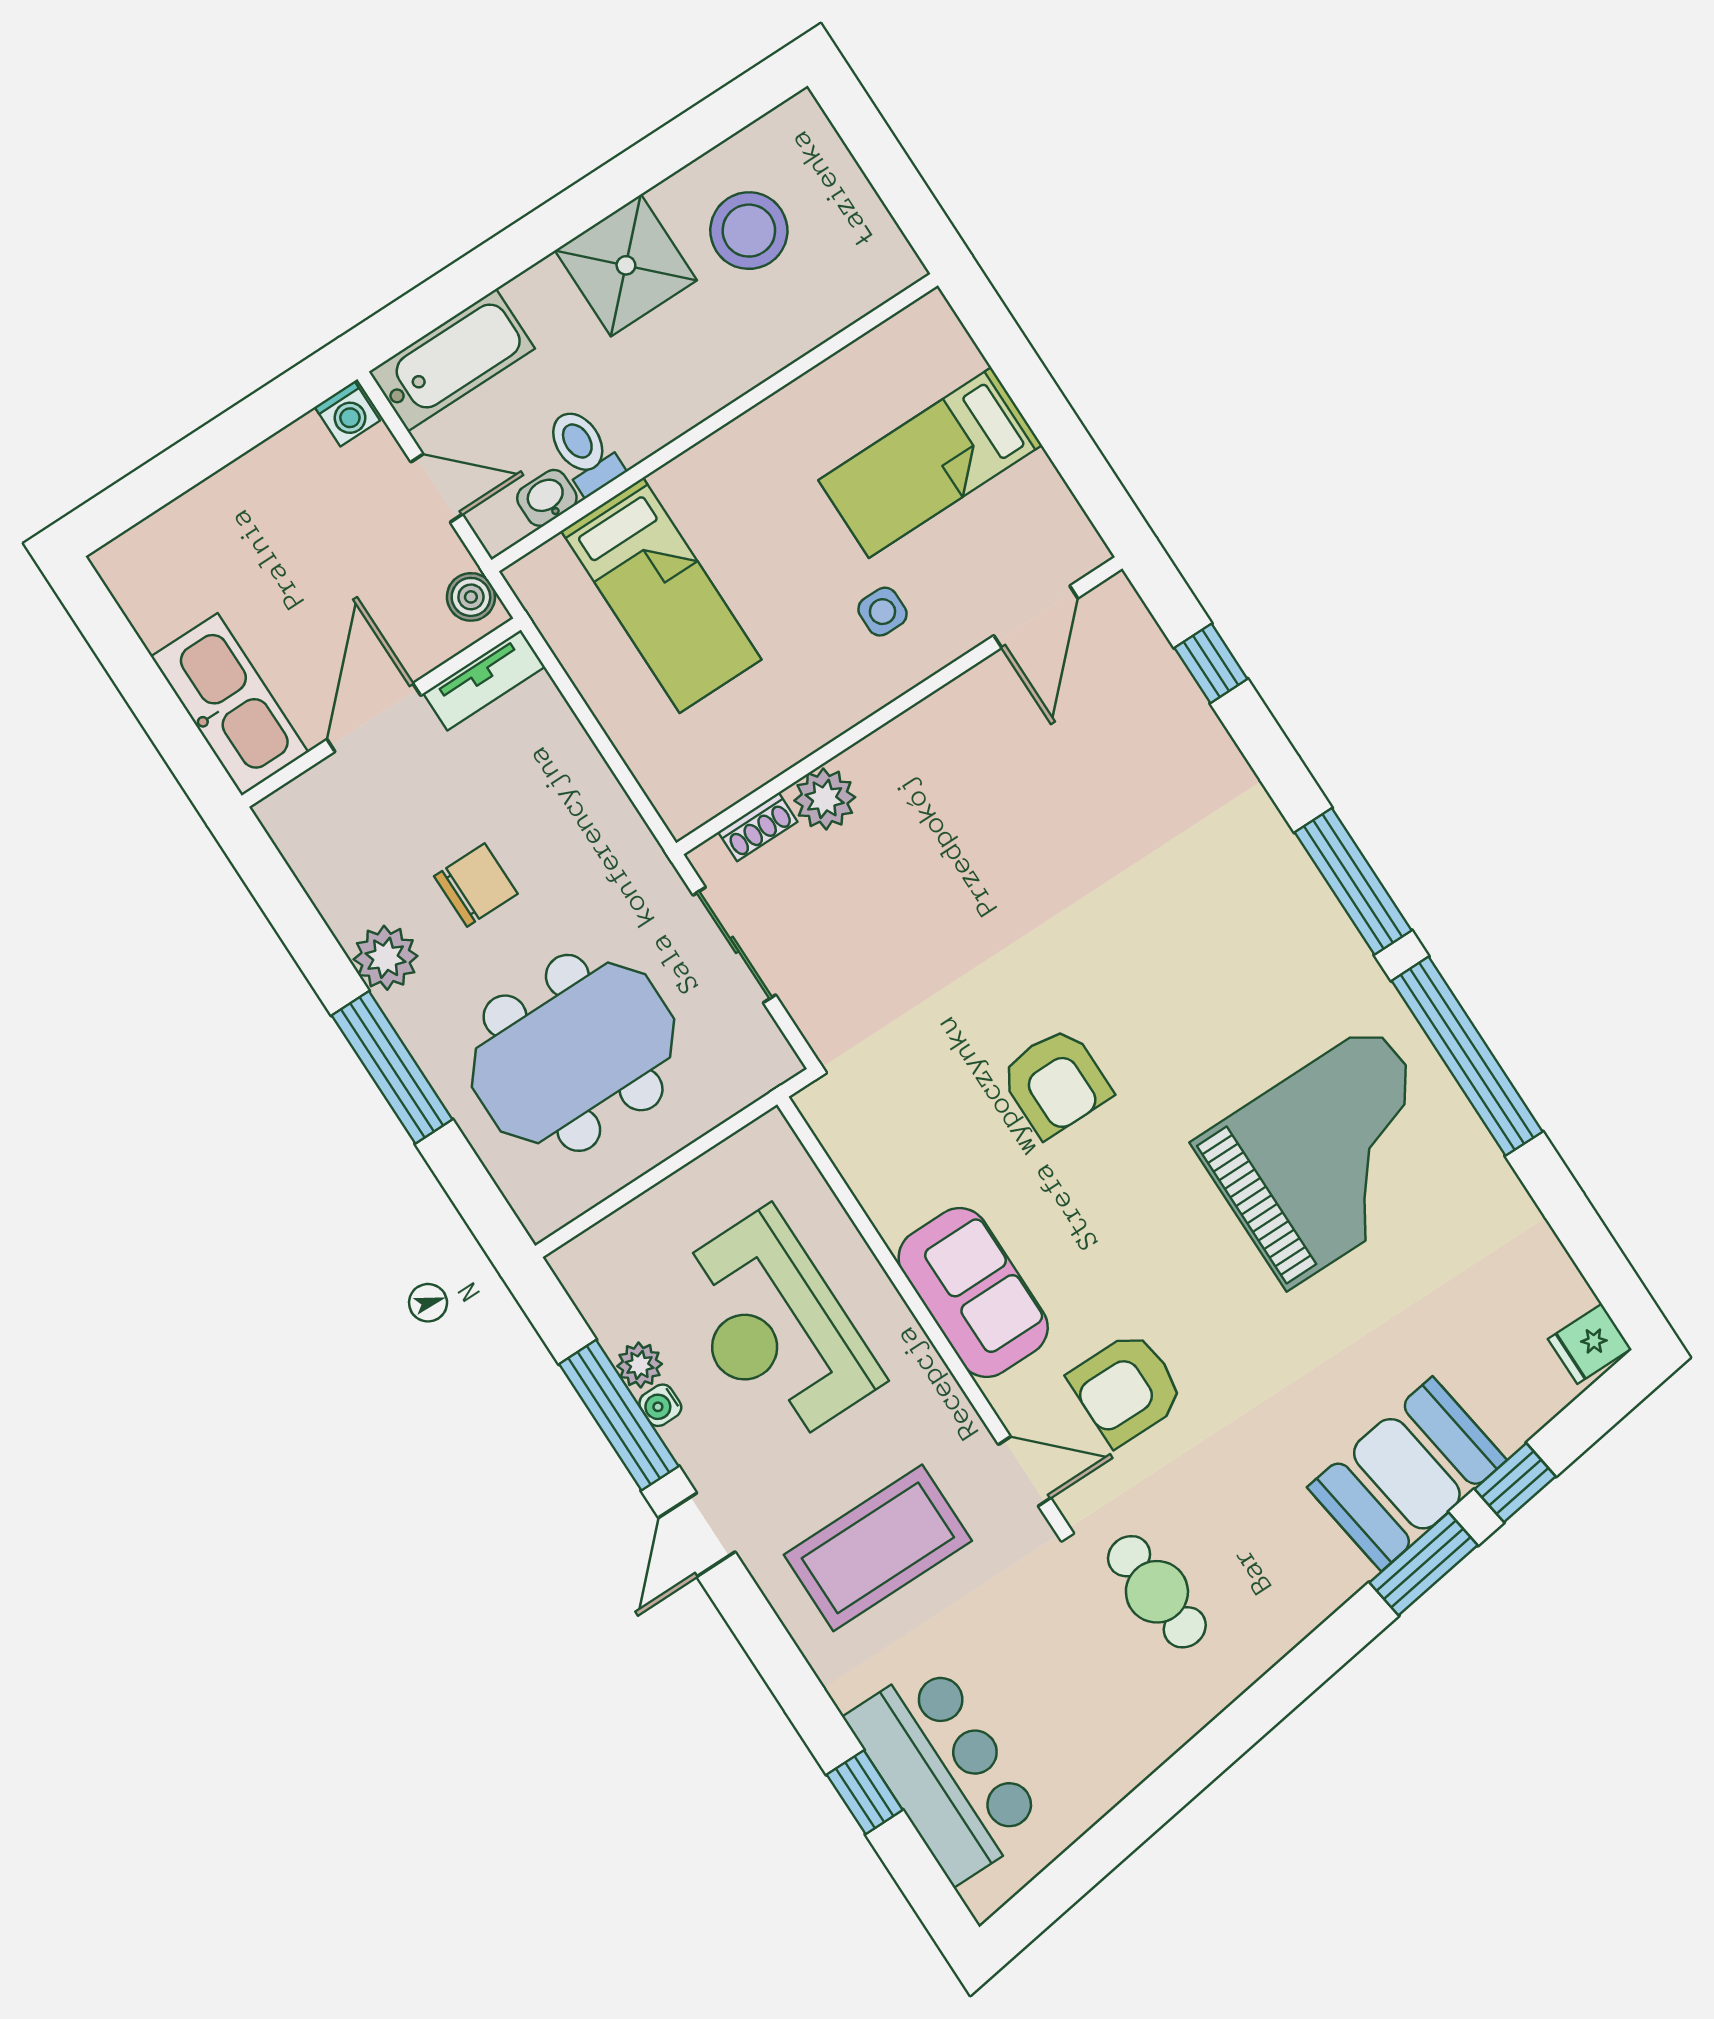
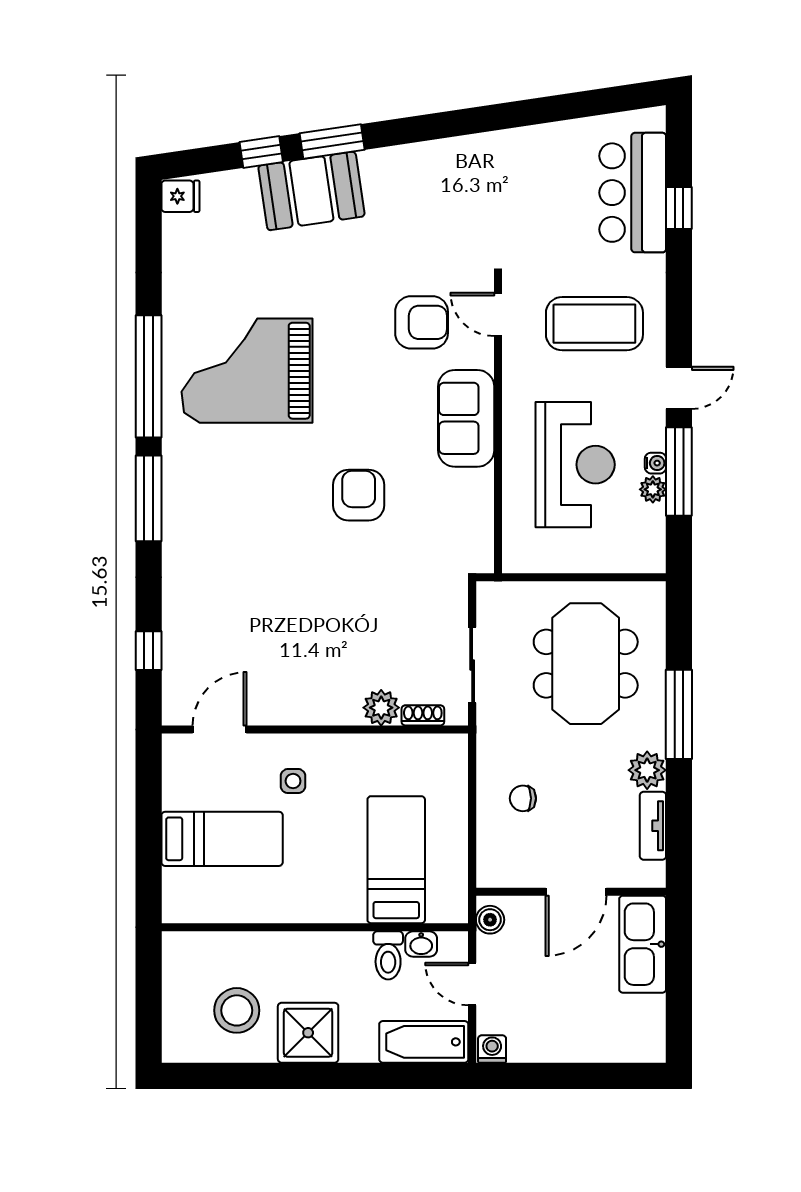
tv unit: (484, 680) -> (653, 826), moved, turned -90
chair: (476, 885) -> (523, 798), moved, width x0.73, depth x0.73
meeting table: (573, 1053) -> (586, 664), turned 90
cafe table: (1157, 1592) -> (472, 213), removed

